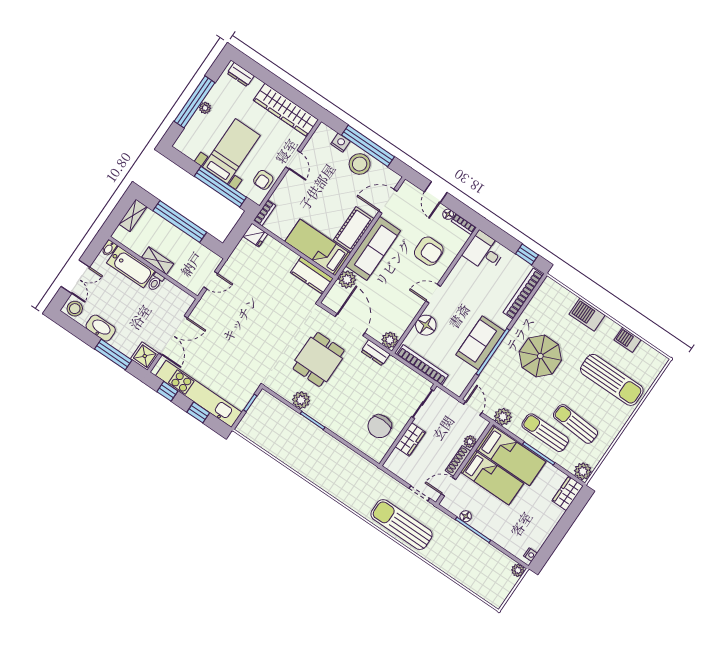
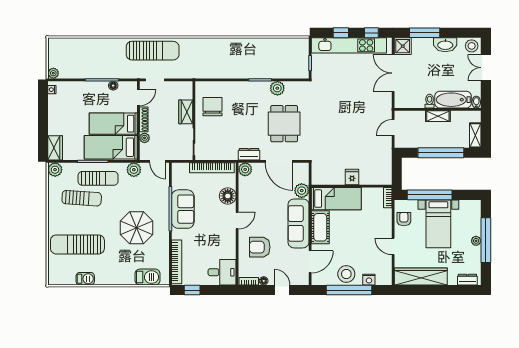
fridge: (255, 235) -> (352, 177), moved, turned 90
kitchen counter: (312, 276) -> (327, 177), removed
barbecue: (587, 315) -> (148, 277), moved

